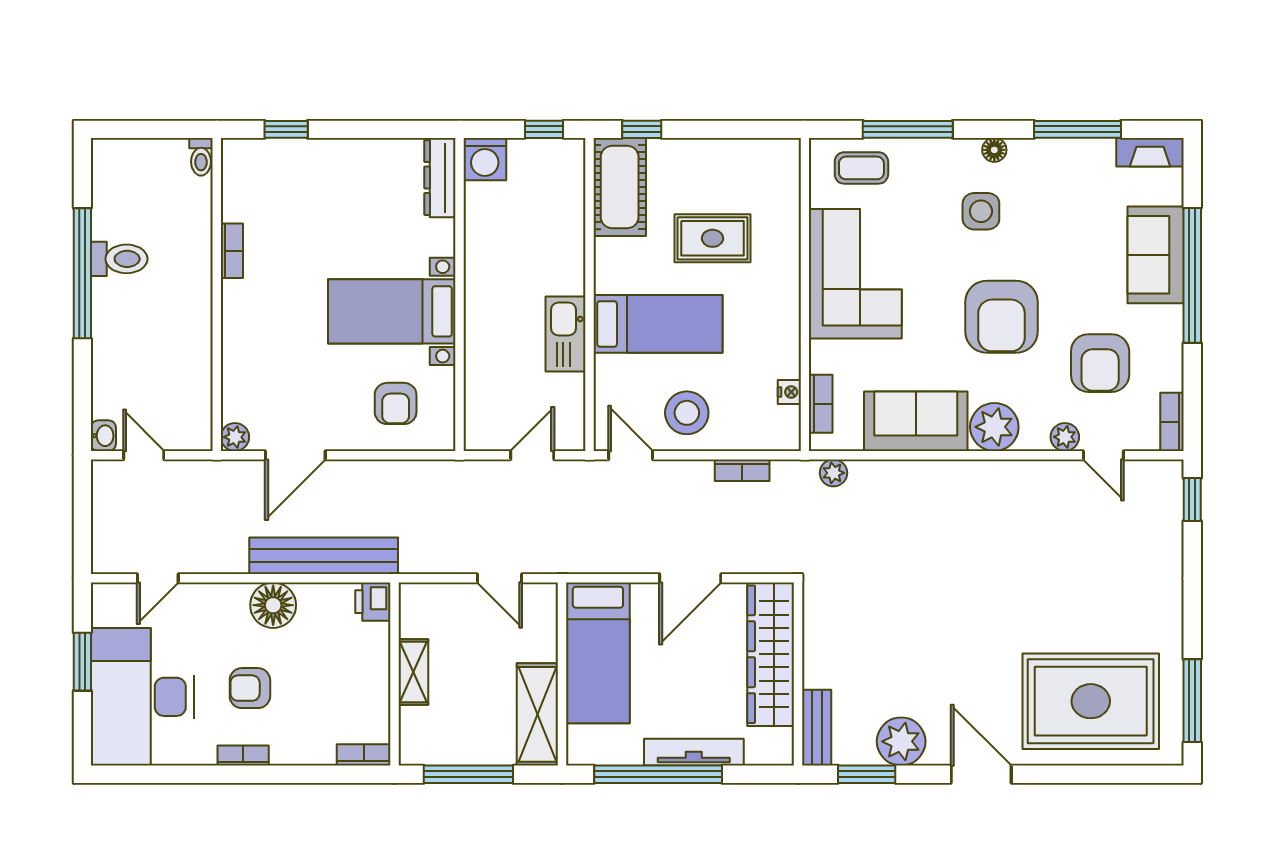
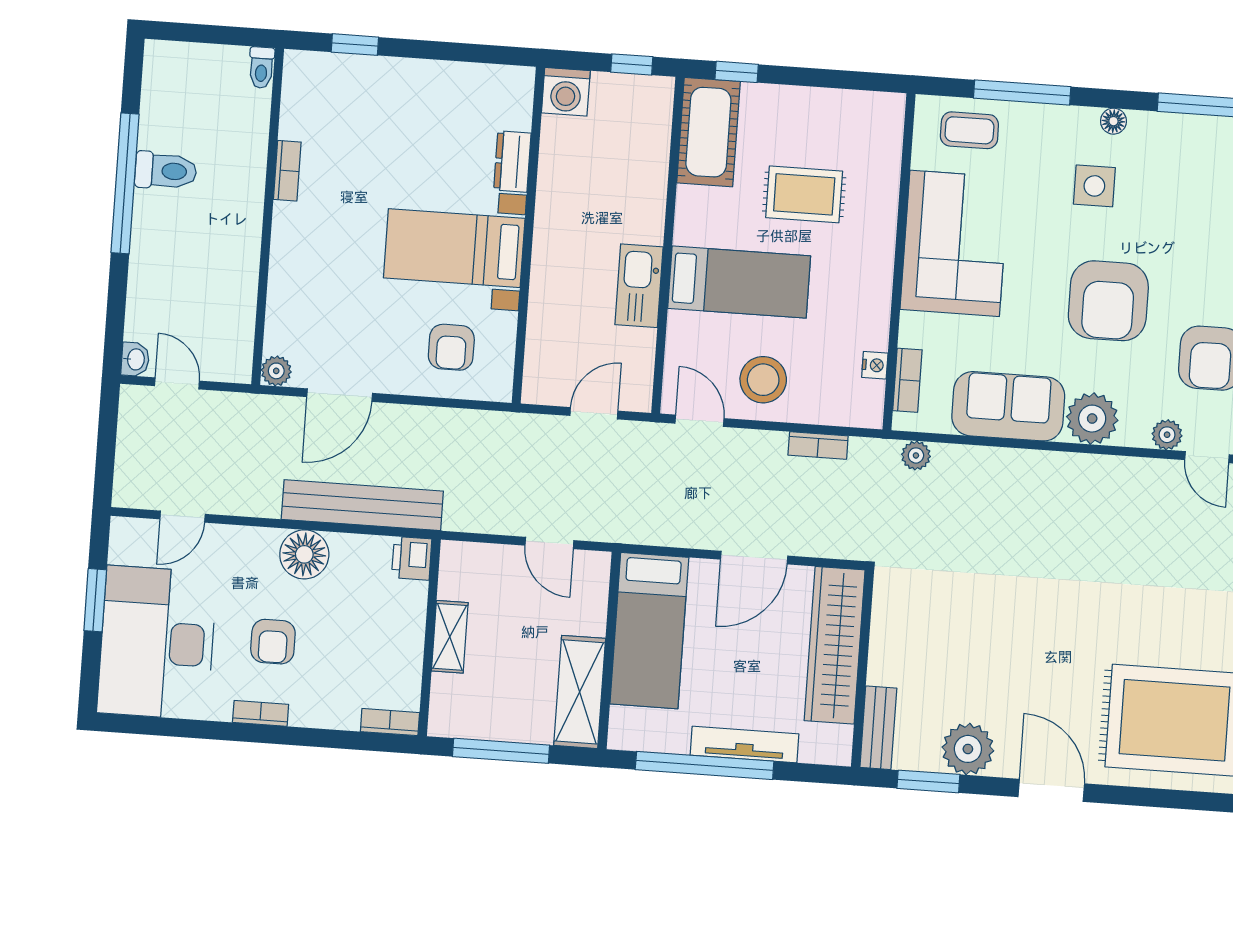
dresser: (440, 178) -> (512, 161), moved, width x0.70
armchair: (250, 688) -> (273, 642), turned -90

